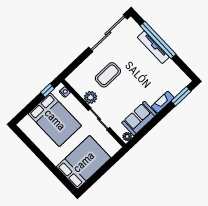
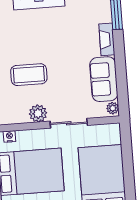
coffee table: (108, 75) -> (29, 75), turned 90

